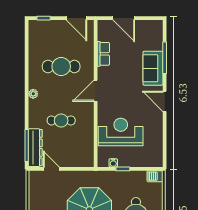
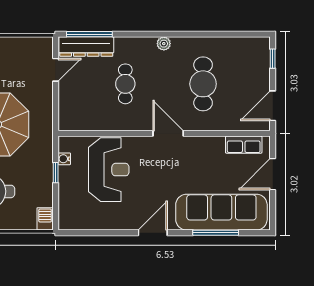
row of seats: (103, 54) -> (244, 145), moved
sofa: (153, 68) -> (221, 212), width x1.85, depth x1.27

